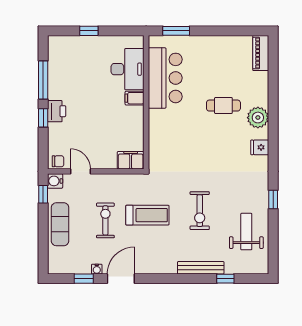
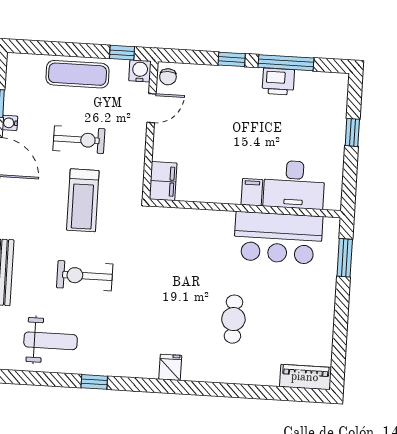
printer: (57, 111) -> (278, 82), moved
plant: (258, 118) -> (213, 367), removed

